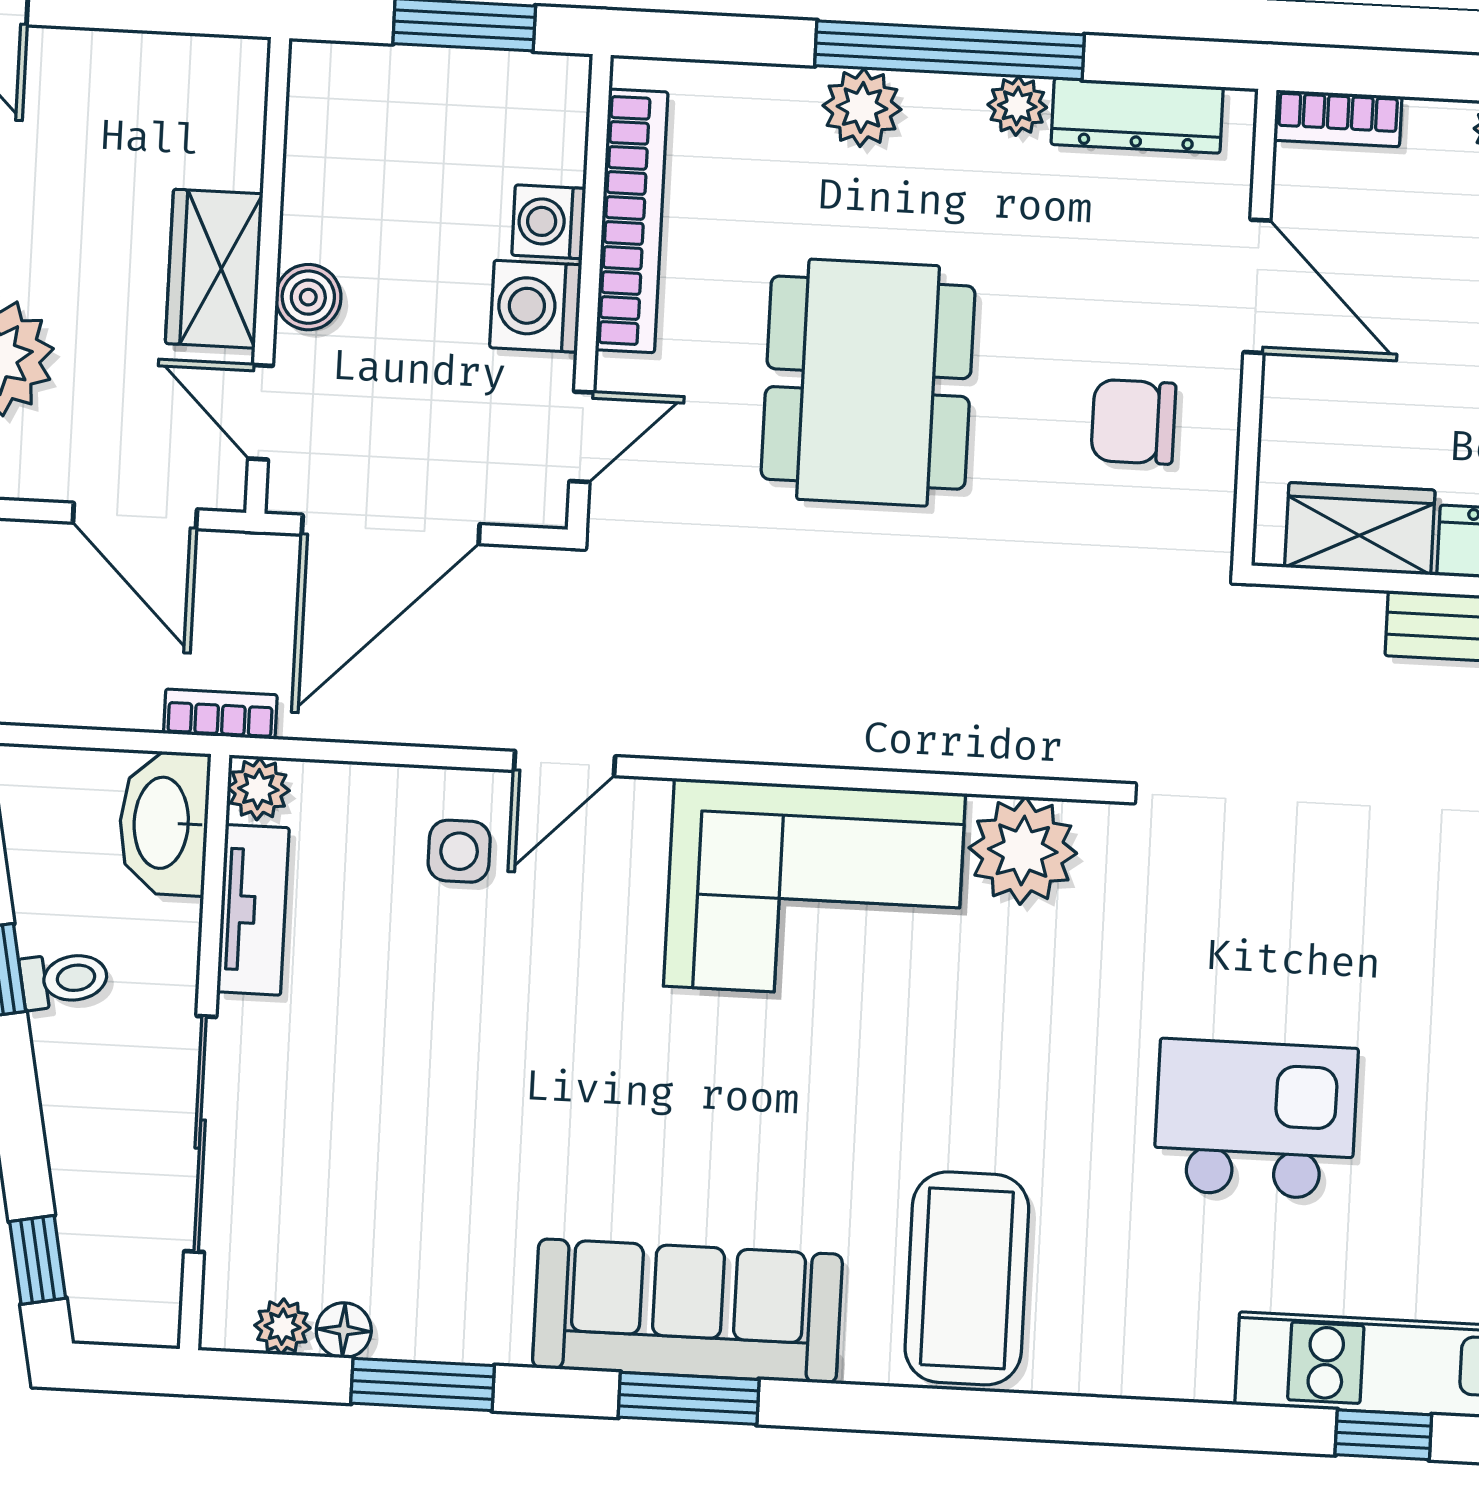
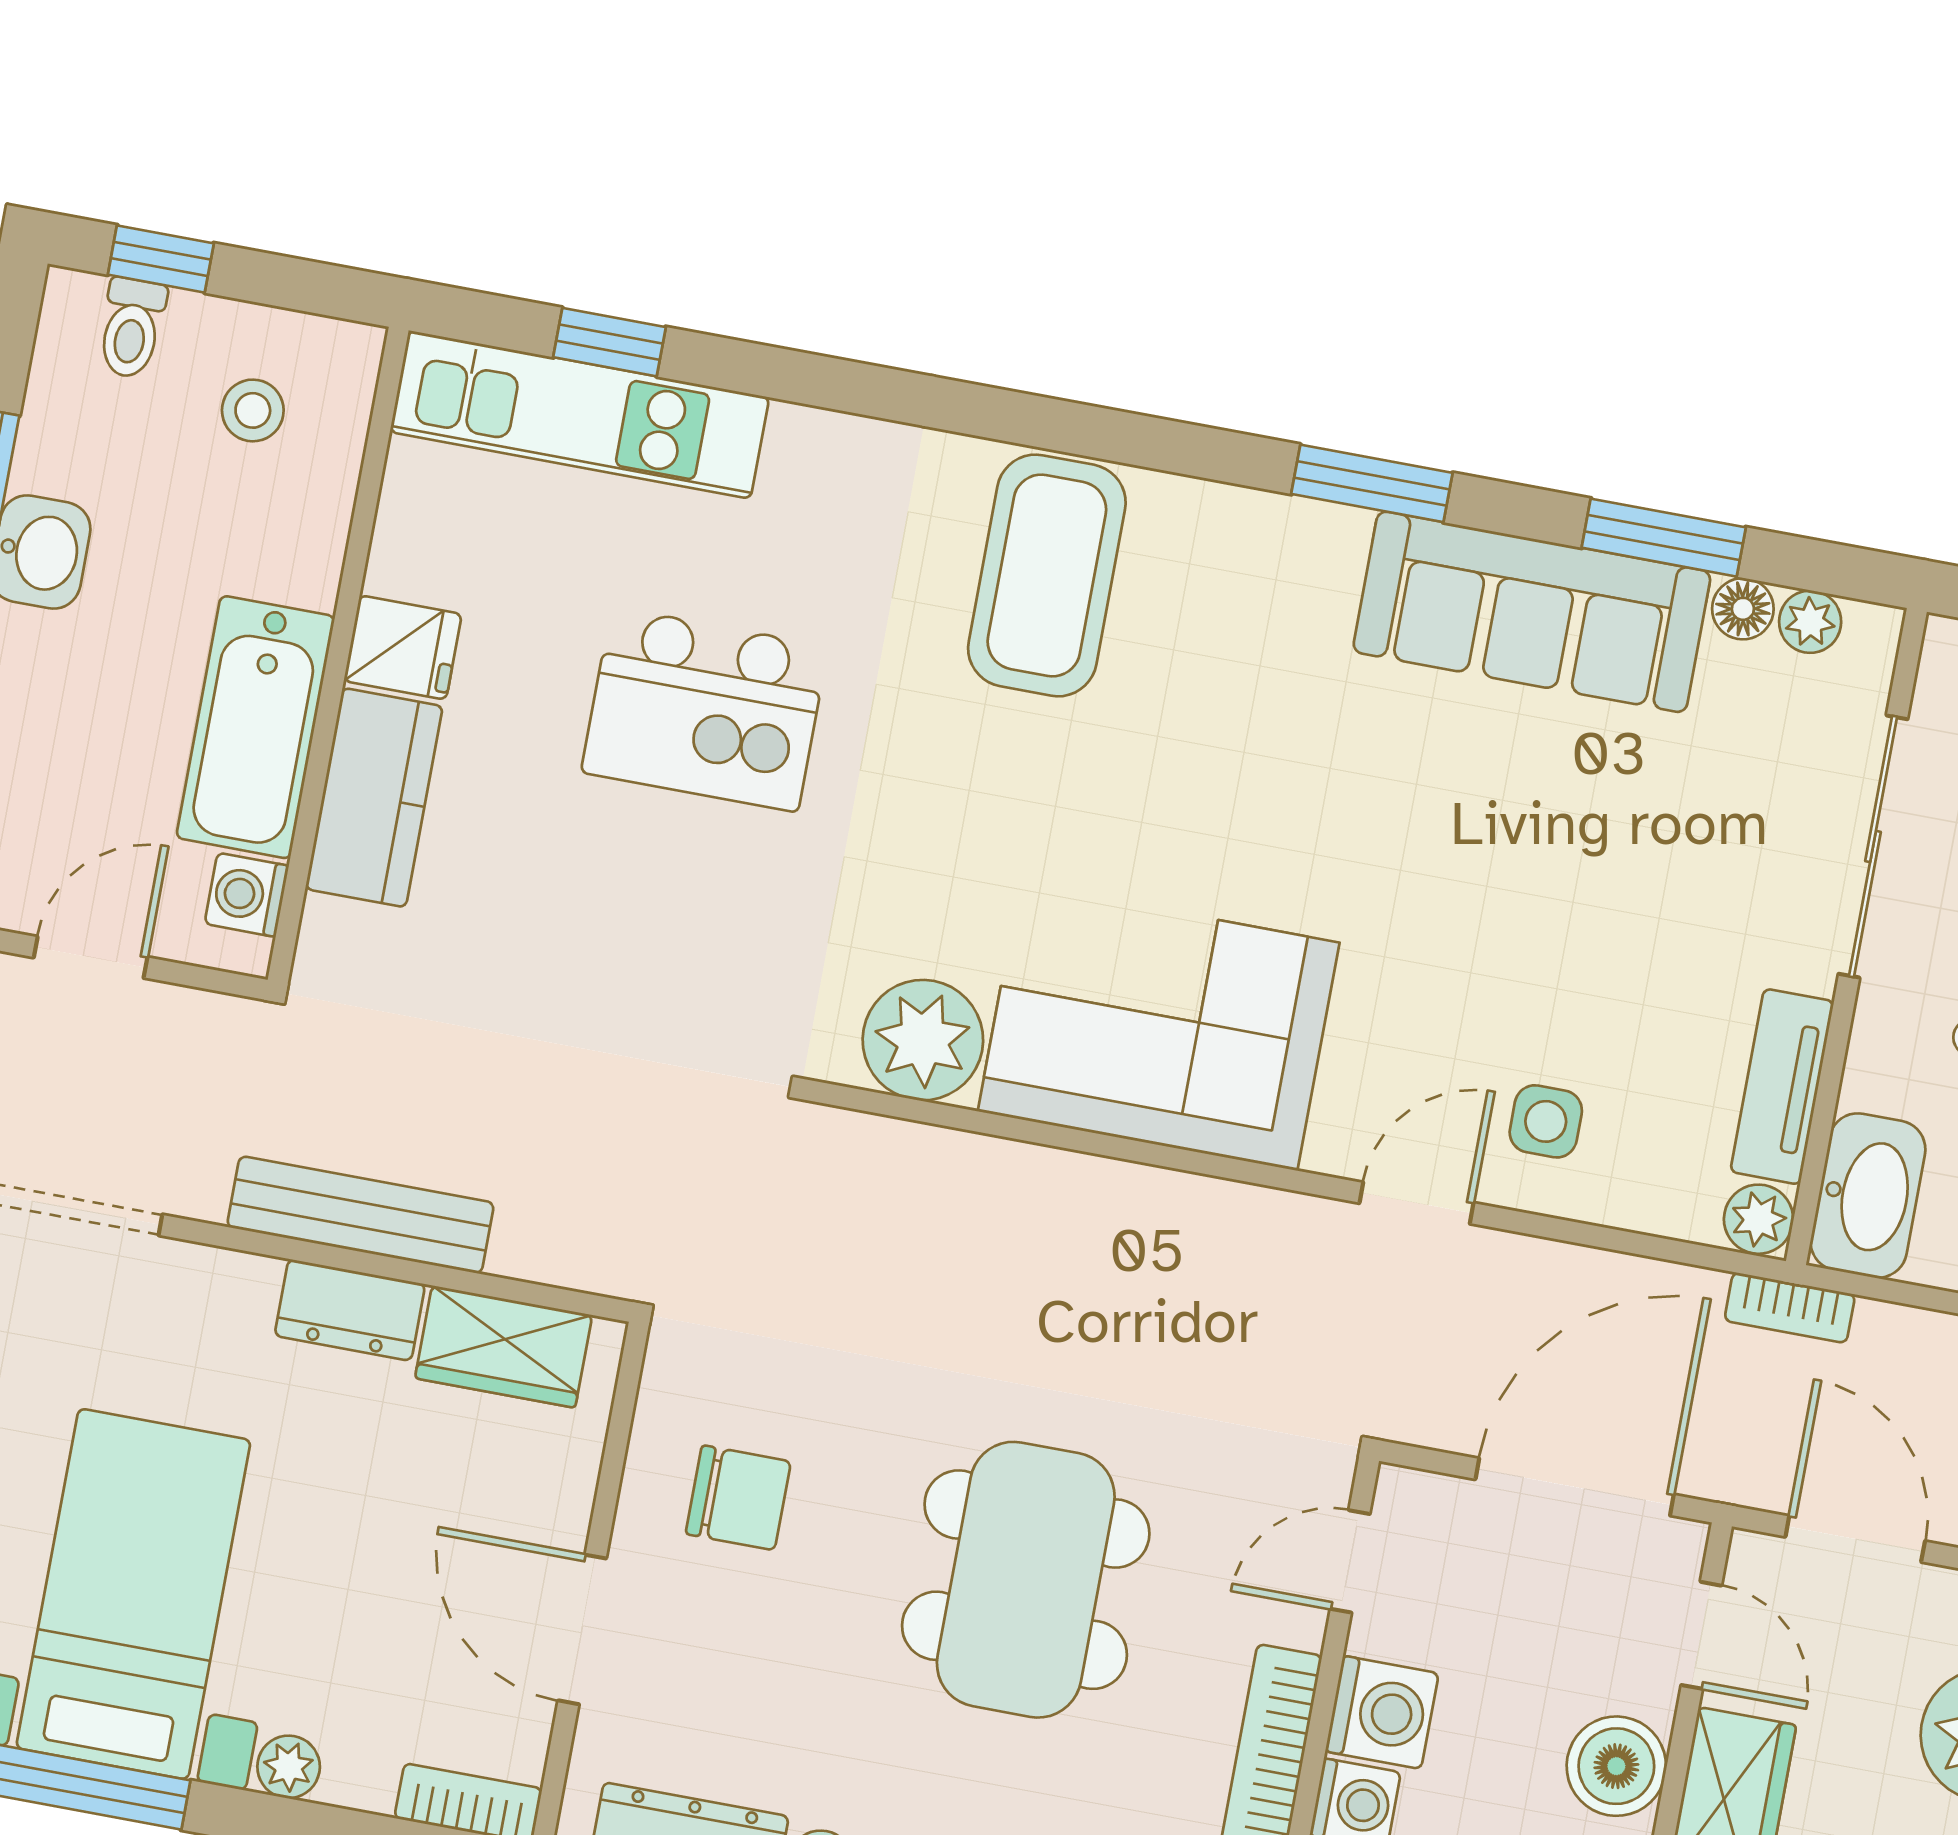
boiler: (308, 297) -> (1616, 1766), width x1.36, depth x1.36
sofa: (687, 1311) -> (1532, 612), moved

